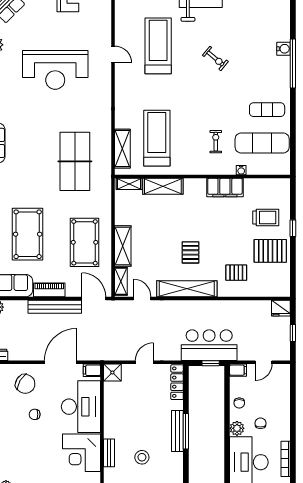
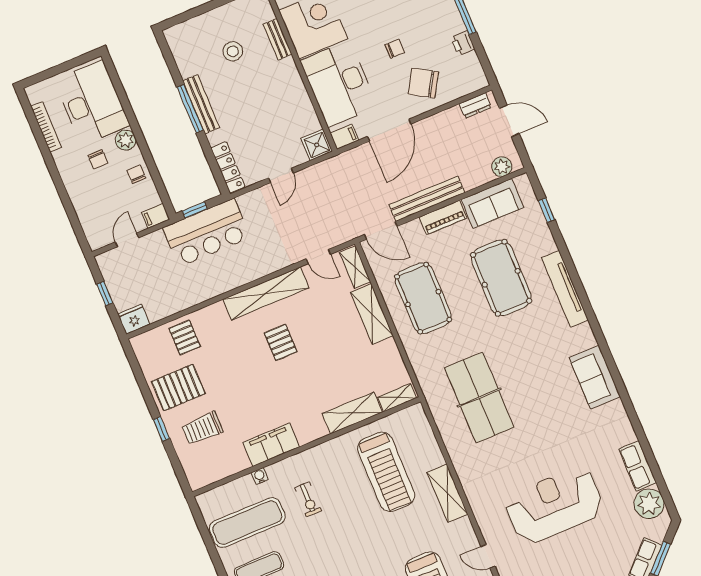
shelving: (122, 149) -> (447, 493), moved
pallet: (236, 273) -> (185, 338), moved, turned 90

